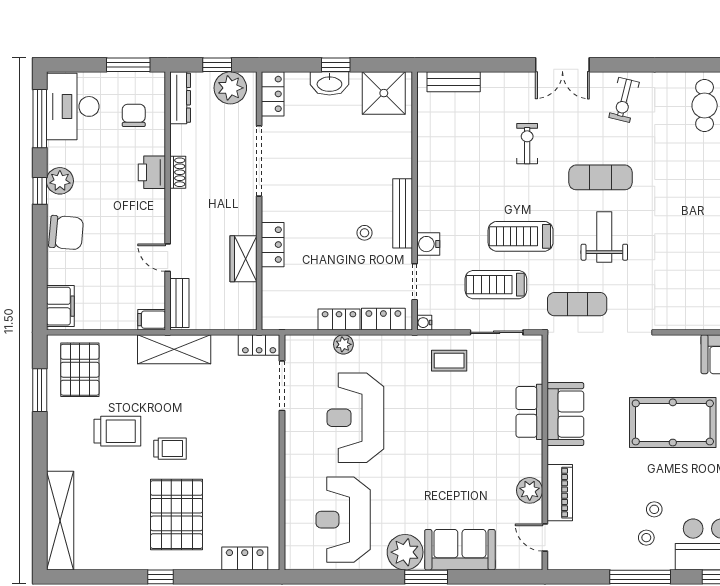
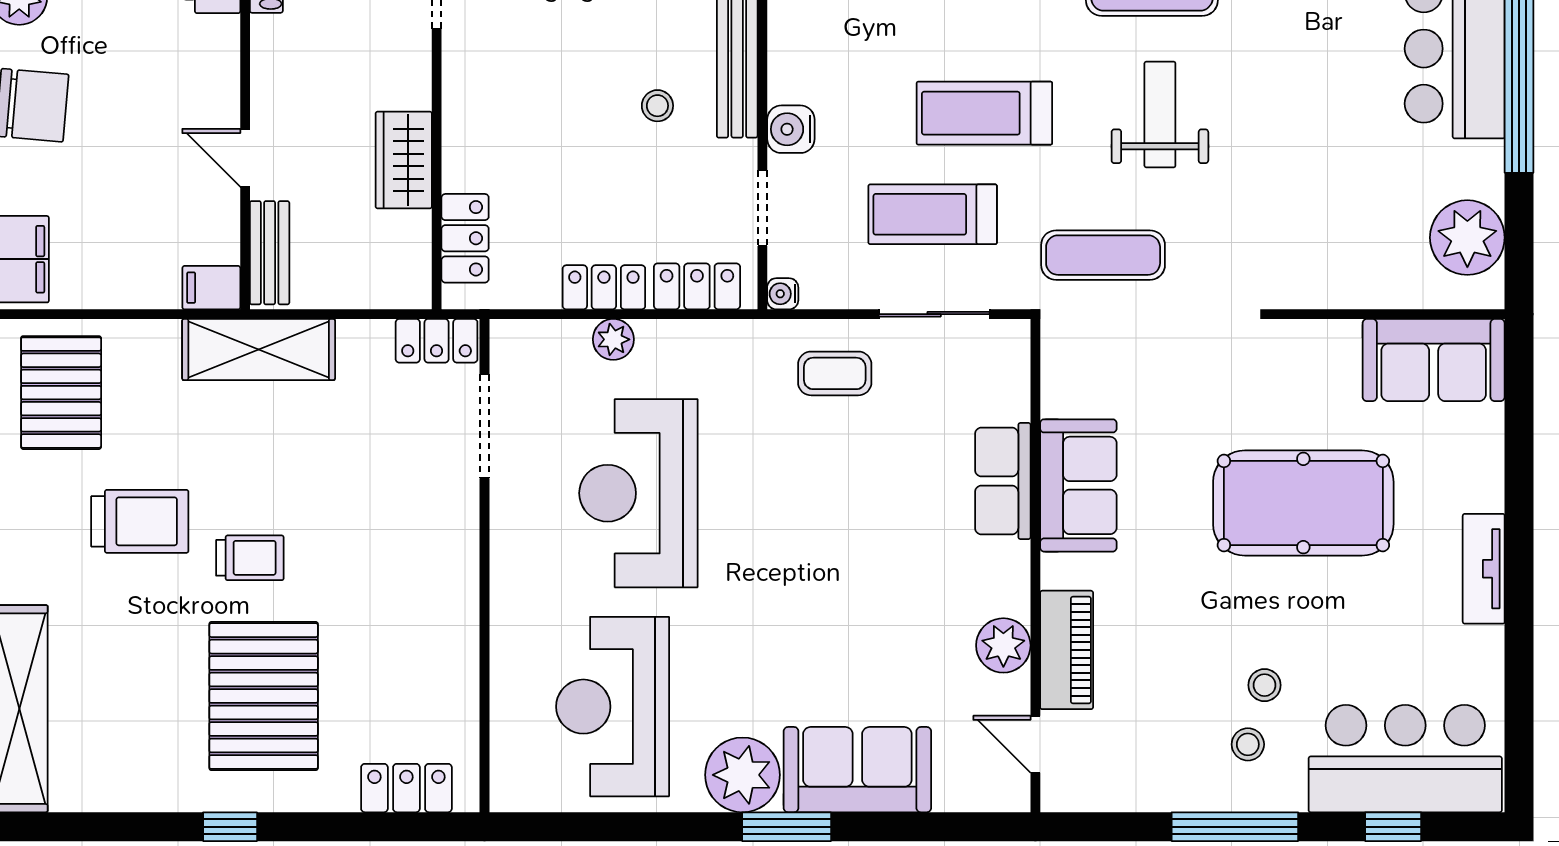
locker: (273, 245) -> (465, 238), moved

